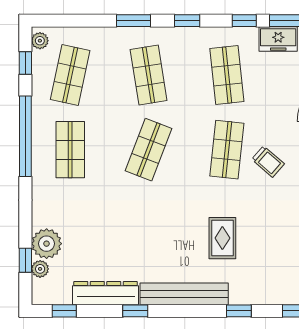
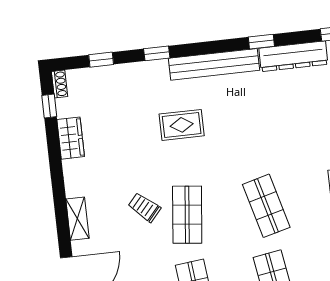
shop shelf: (149, 150) -> (266, 206), turned -36
rug: (222, 238) -> (182, 125), turned 90

